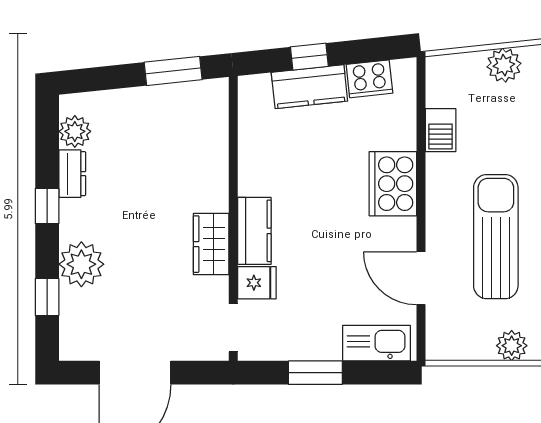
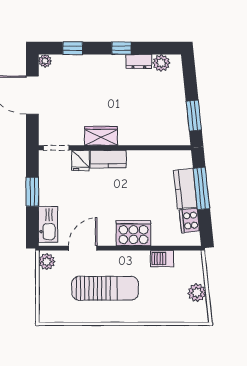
window: (309, 57) -> (201, 188), width x2.17
plant: (81, 264) -> (45, 61), moved, width x0.53, depth x0.53
plant: (512, 346) -> (47, 262), moved

